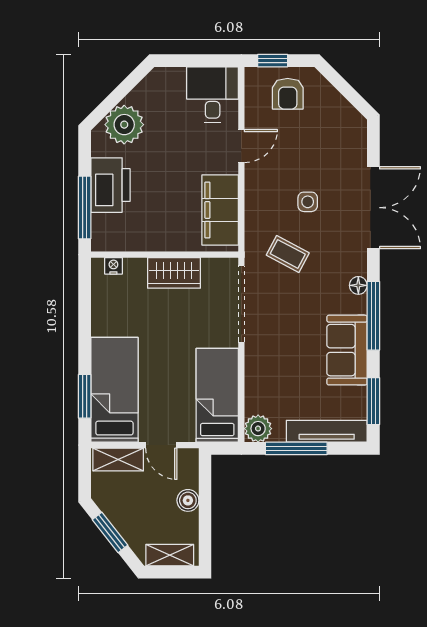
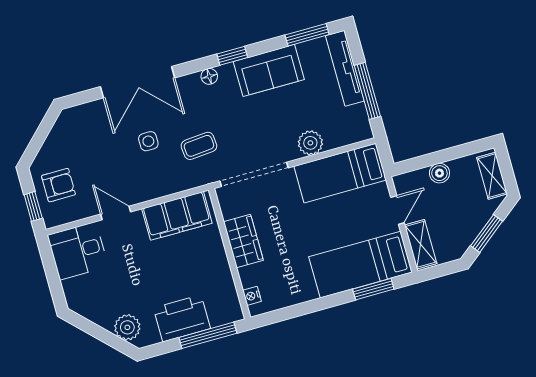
plant: (124, 125) -> (127, 327), width x0.73, depth x0.73
double door: (373, 208) -> (137, 82), swing flipped
coffee table: (288, 254) -> (199, 146), turned 57
window: (373, 316) -> (232, 56), width x0.46
plant: (258, 429) -> (310, 143), moved

